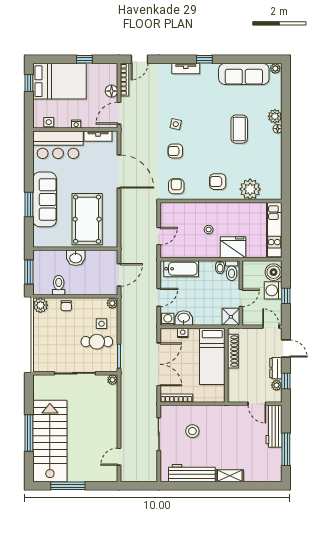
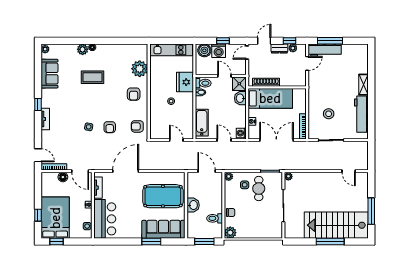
window: (84, 59) -> (38, 215), moved
sofa: (244, 74) -> (49, 74), width x0.73
sofa: (45, 199) -> (163, 229), moved
washbasin: (184, 318) -> (240, 98), moved
window: (286, 449) -> (330, 41), moved

